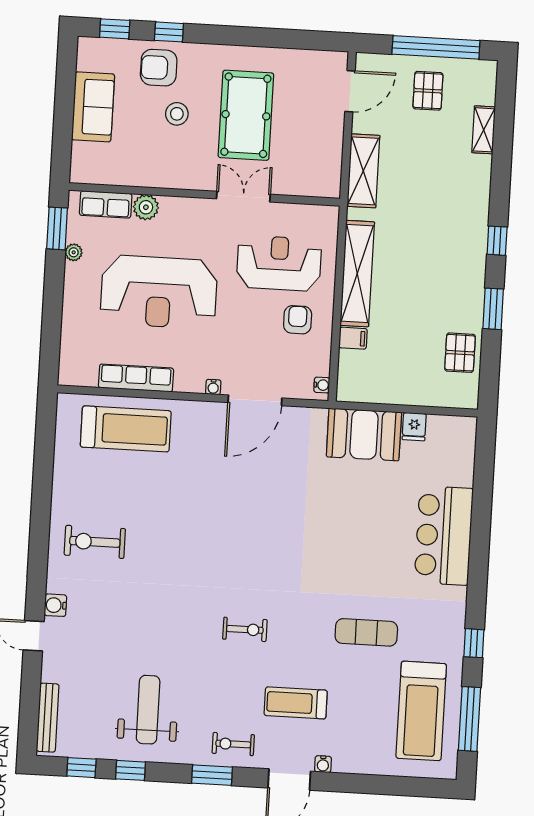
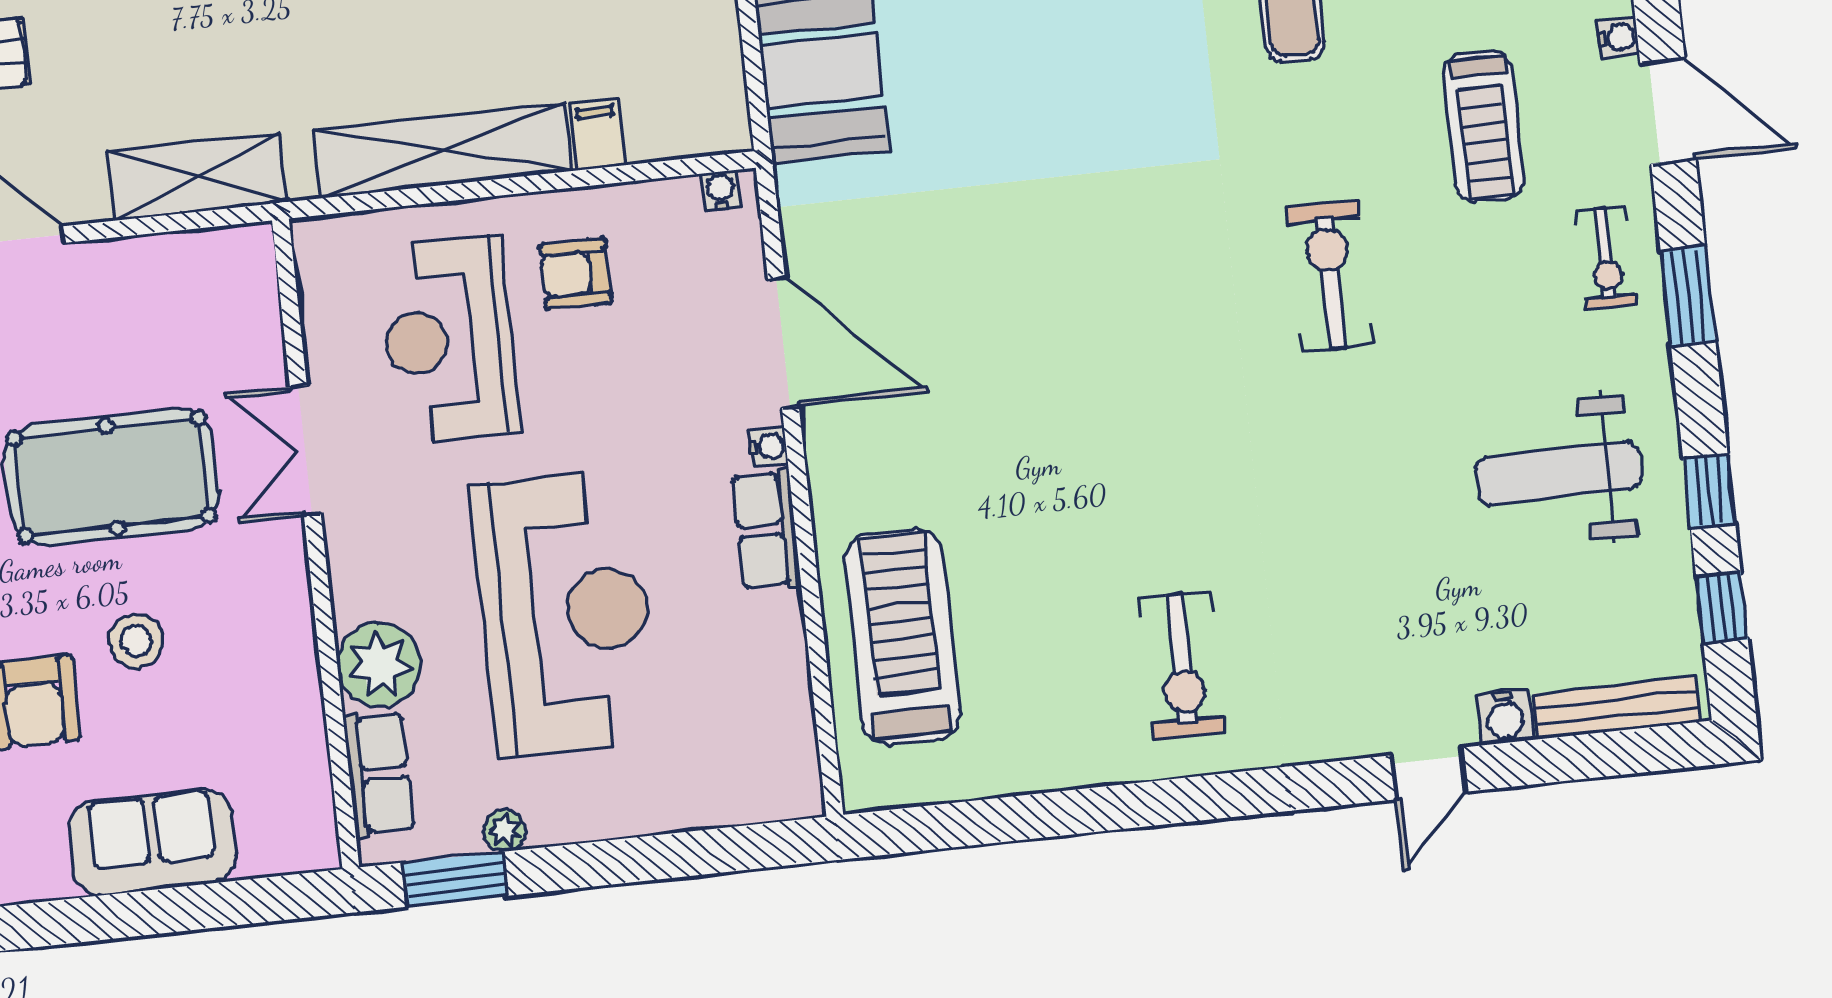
plant: (146, 207) -> (379, 665), width x1.36, depth x1.36
row of seats: (136, 378) -> (766, 530), moved, width x0.68
water cooler: (55, 605) -> (1505, 717), moved
exercise bike: (245, 629) -> (1330, 276), width x1.38, depth x1.39

